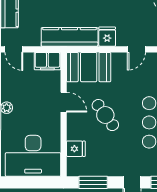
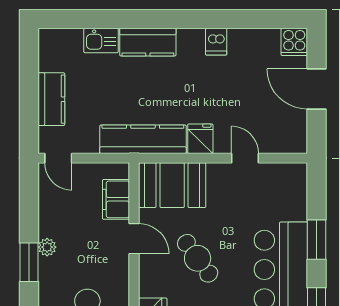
door: (136, 49) -> (245, 158), swing flipped
filing cabinet: (47, 61) -> (116, 199), moved, turned 90

